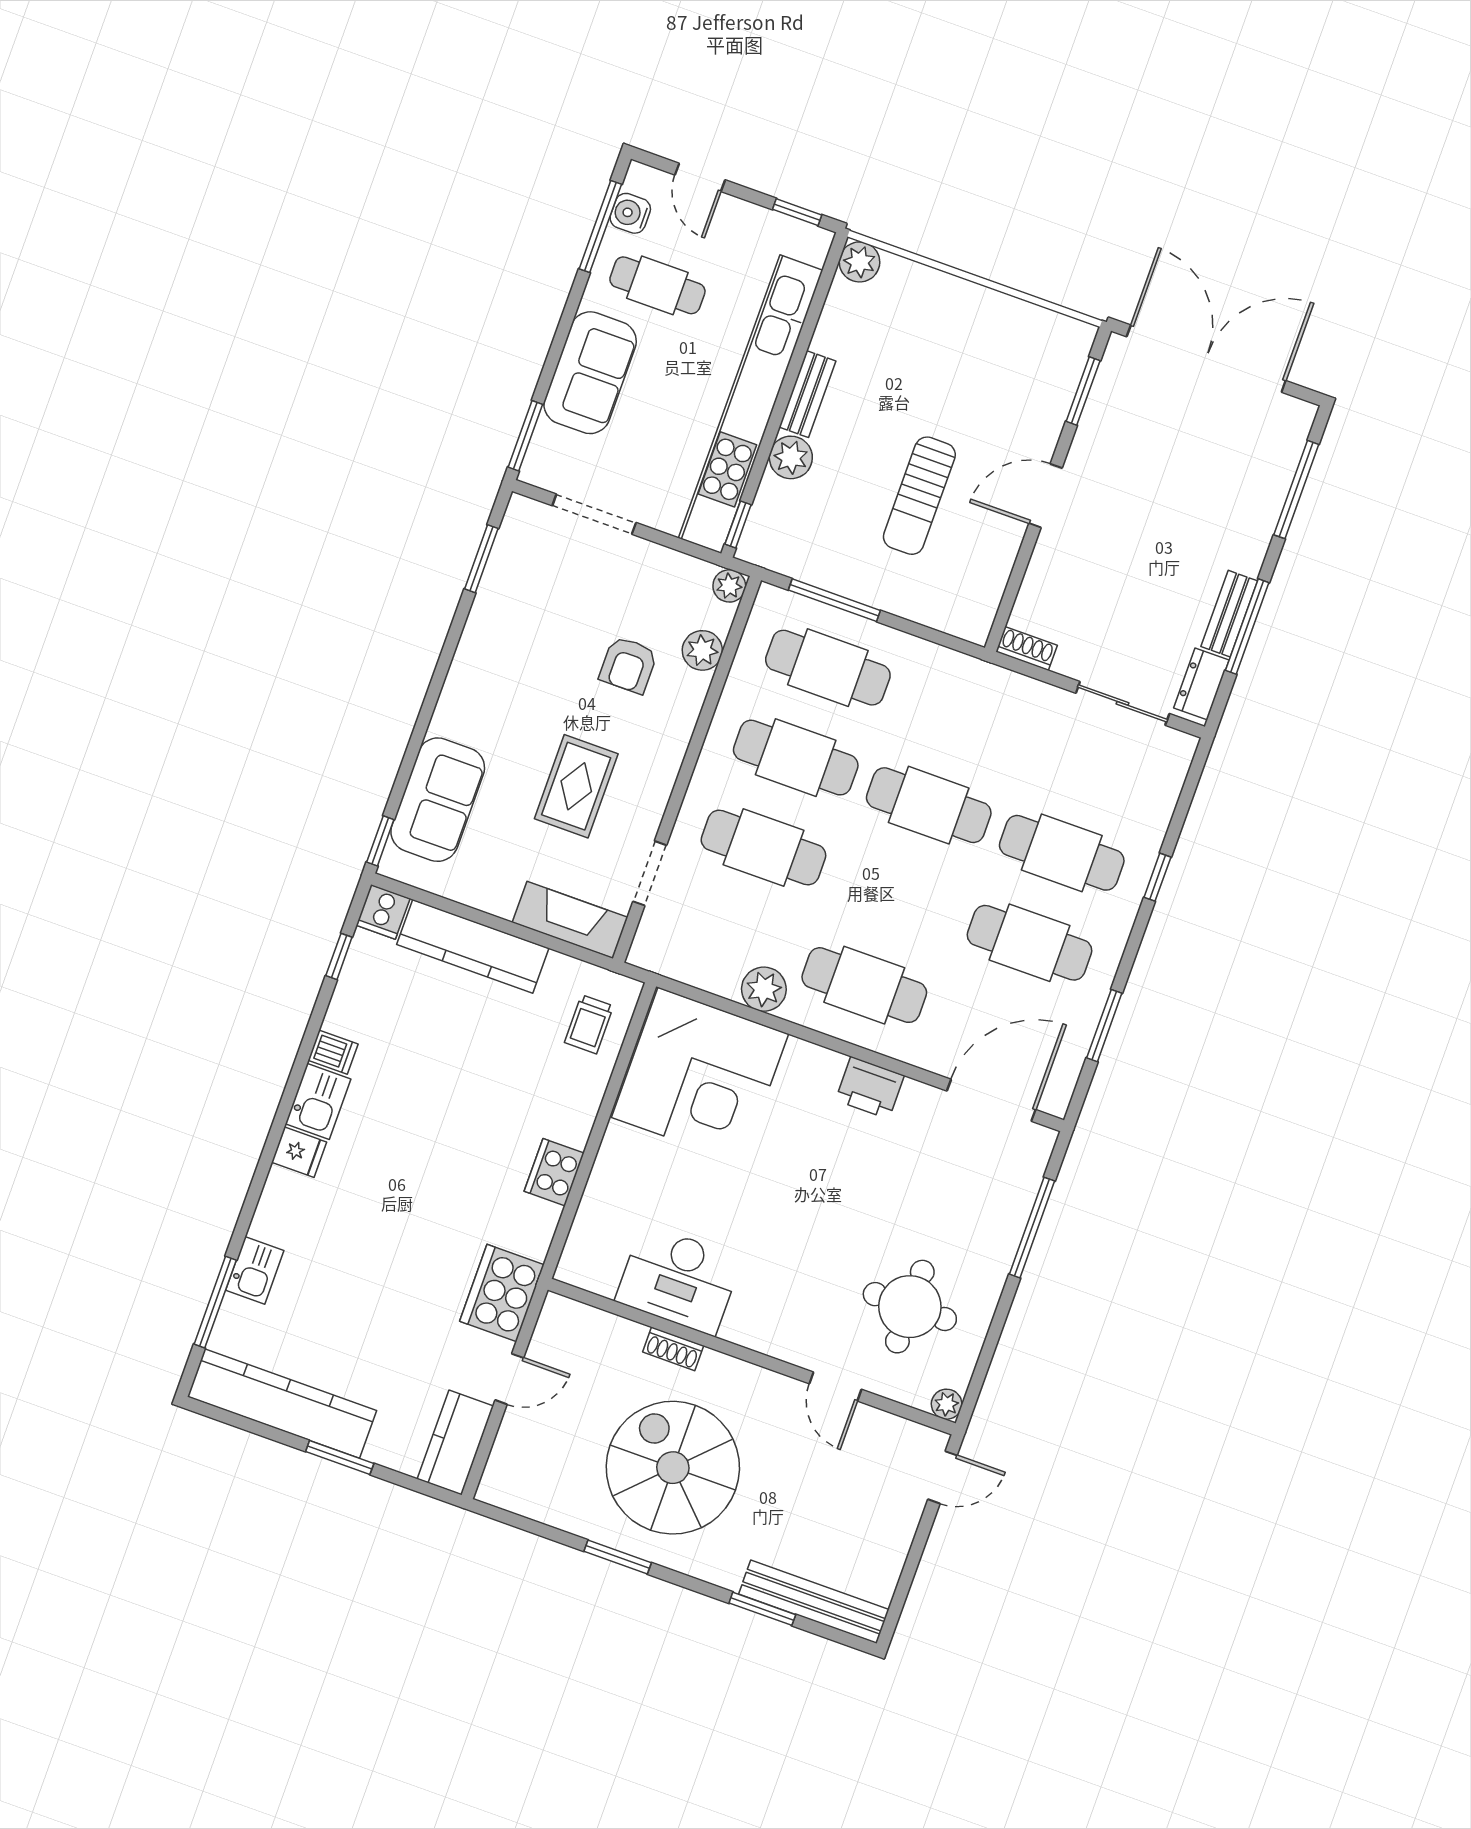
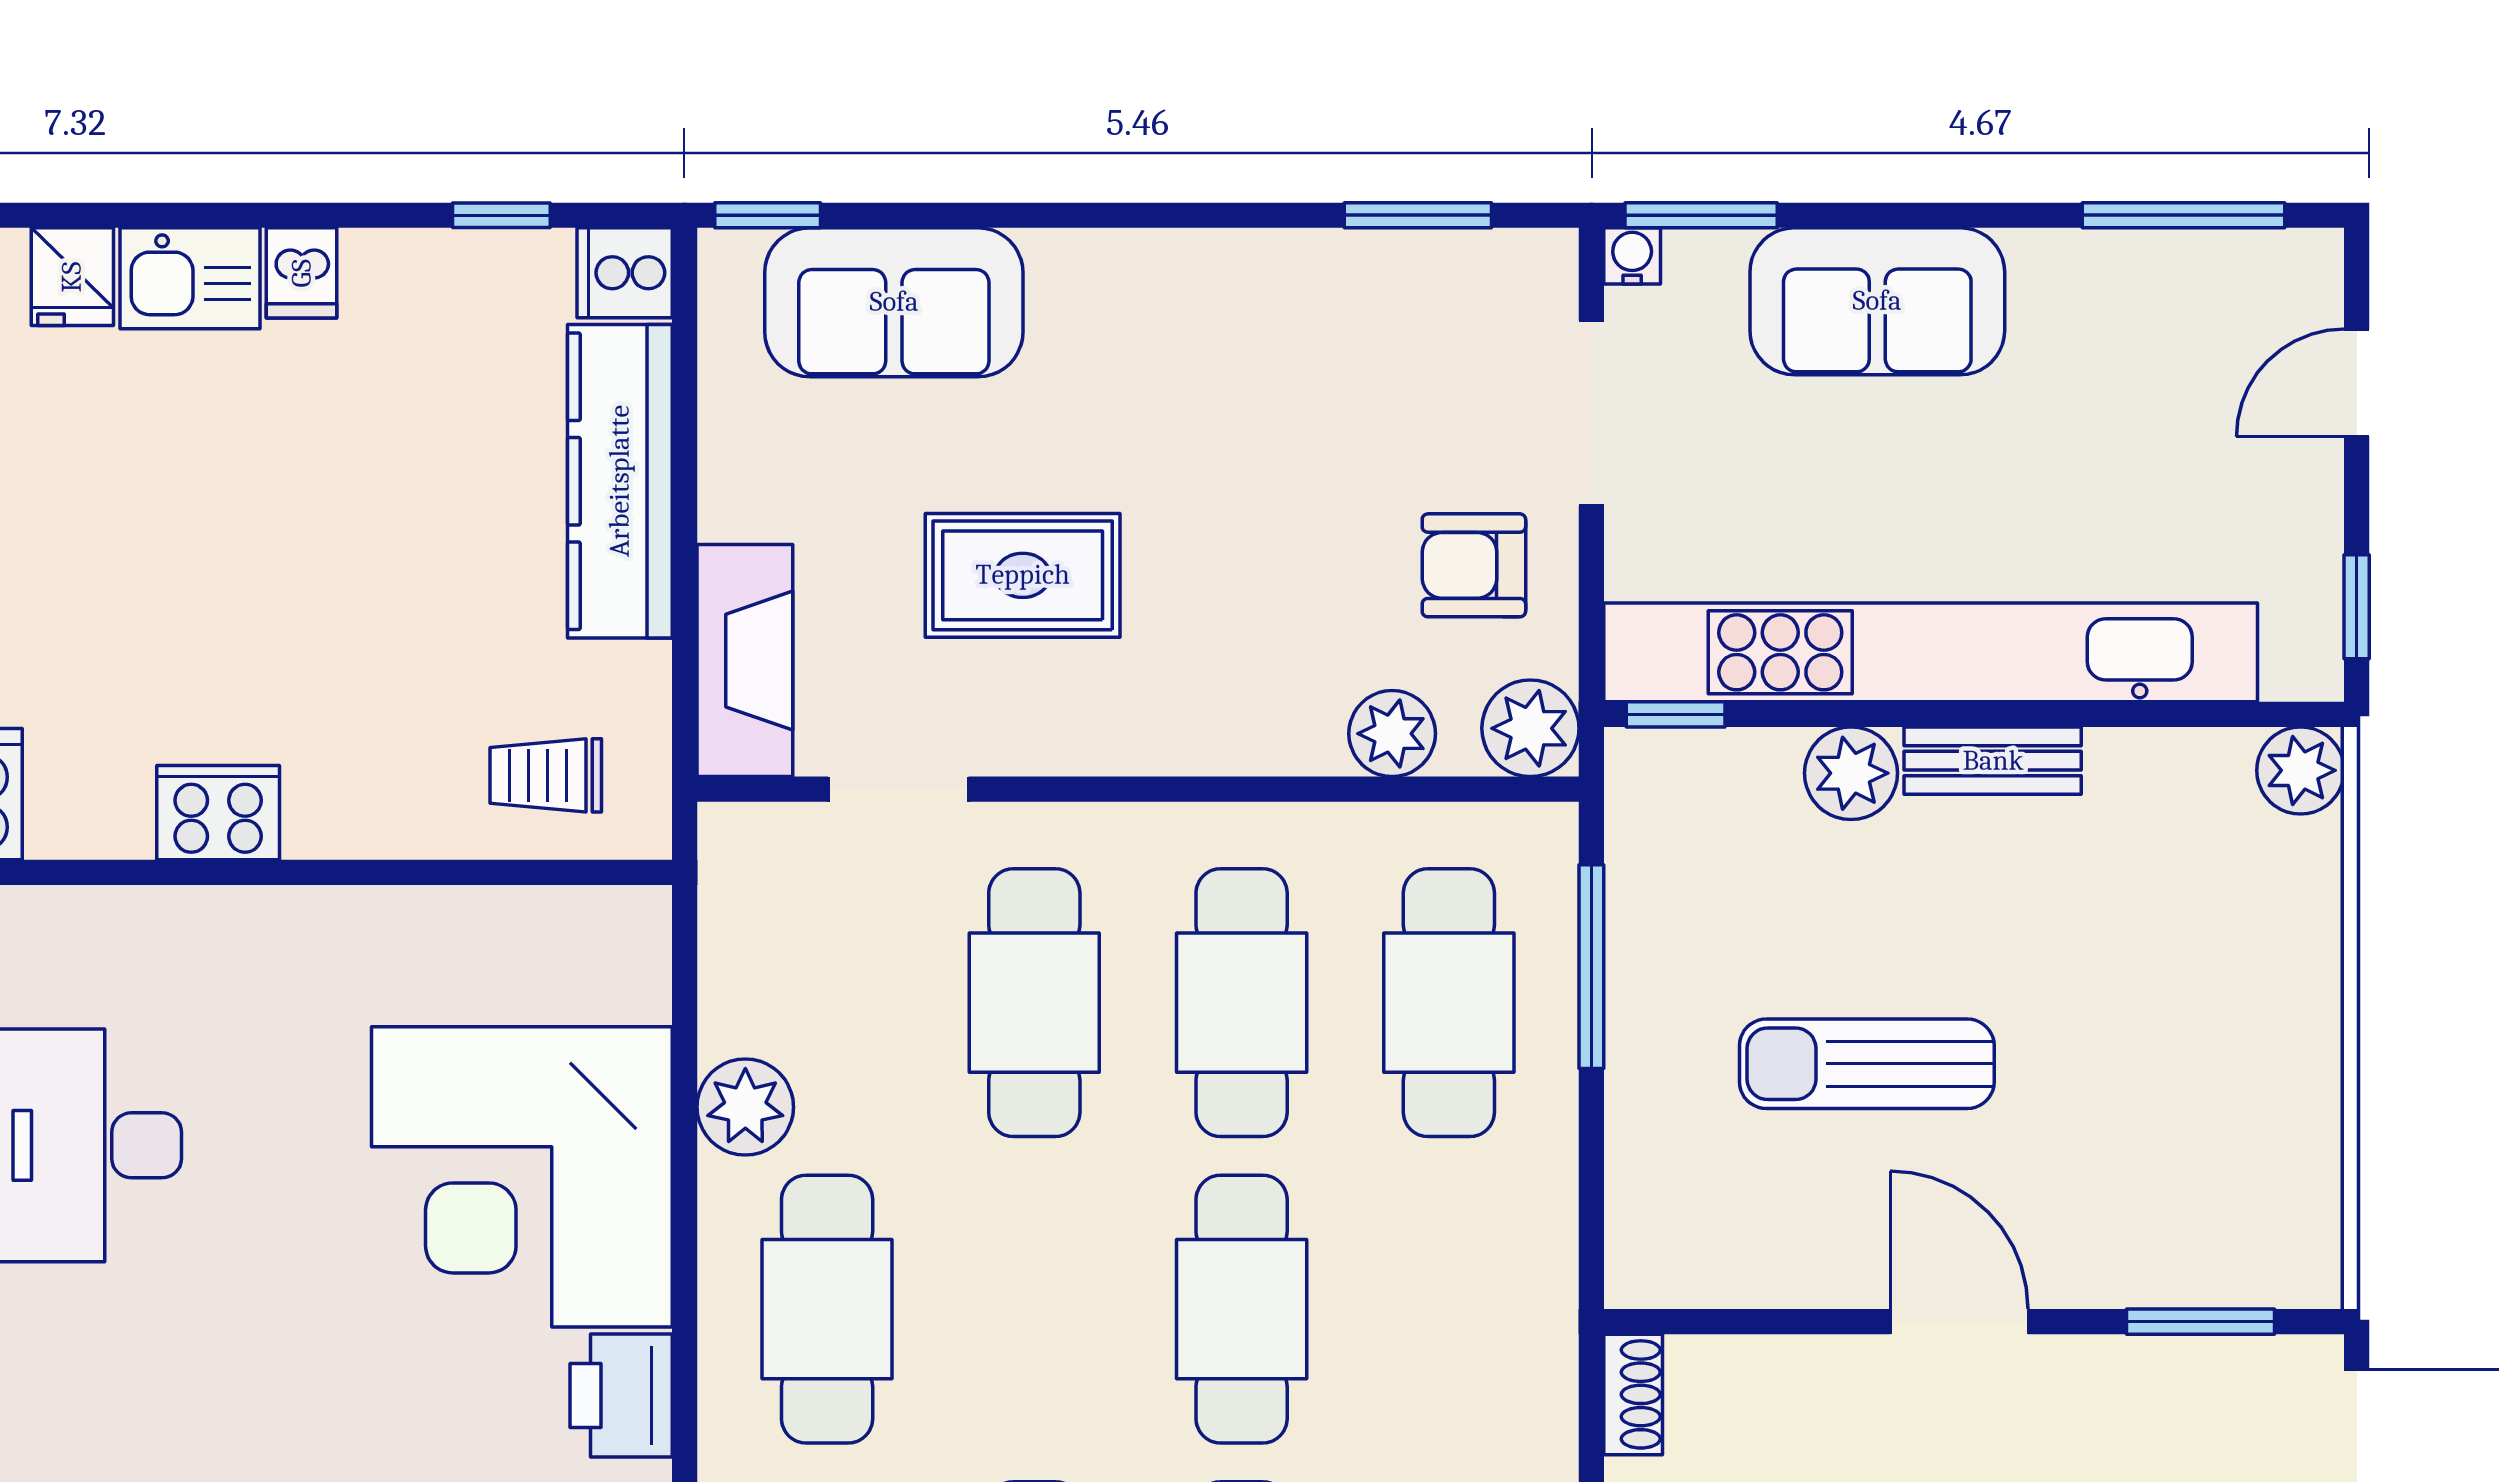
water cooler: (630, 213) -> (1632, 256), moved, width x0.72, depth x0.72
cafe table: (657, 285) -> (2105, 375), removed
plant: (729, 586) -> (1530, 728), width x1.38, depth x1.38
armchair: (628, 665) -> (1474, 565), moved
corner desk: (700, 1076) -> (522, 1177), moved

